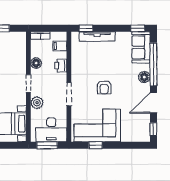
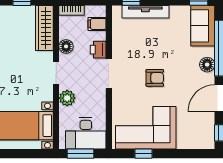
wardrobe: (20, 49) -> (44, 28), added
armchair: (104, 87) -> (155, 78), turned -90
doorway: (69, 94) -> (109, 74), moved

